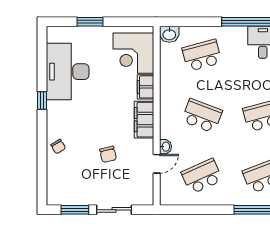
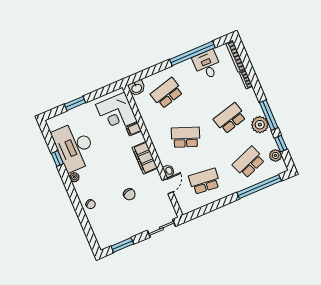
filing cabinet: (146, 87) -> (134, 129), width x0.50
window: (42, 100) -> (57, 159), moved
plant: (53, 107) -> (74, 177), added
school desk: (202, 176) -> (204, 181), turned 30
sliding door: (114, 210) -> (161, 228), moved

